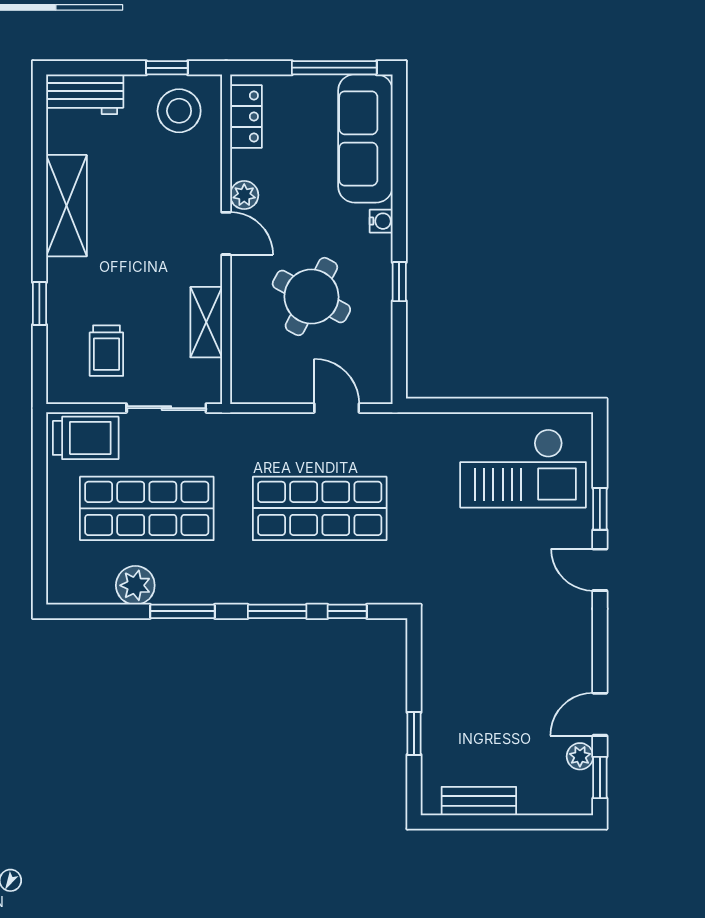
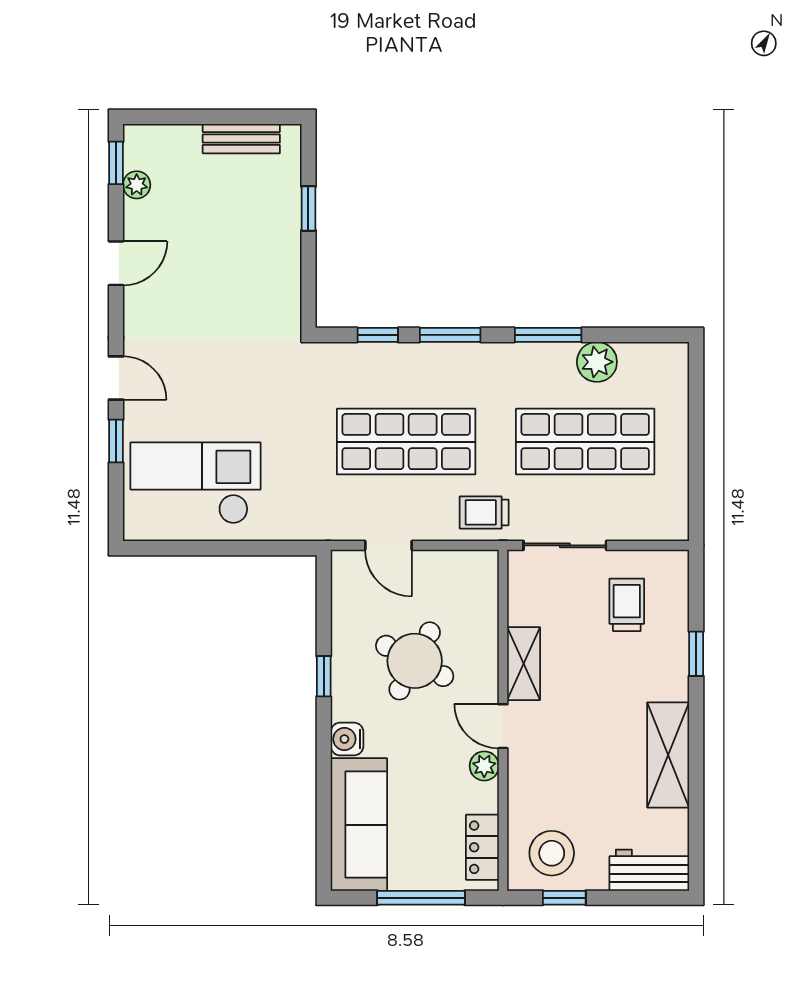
window: (334, 68) -> (421, 898), moved
water cooler: (381, 221) -> (347, 739), width x1.38, depth x1.38
shelving: (206, 322) -> (524, 664), moved
trolley: (86, 438) -> (484, 512), moved, width x0.73, depth x0.72
door: (600, 714) -> (116, 263), moved

